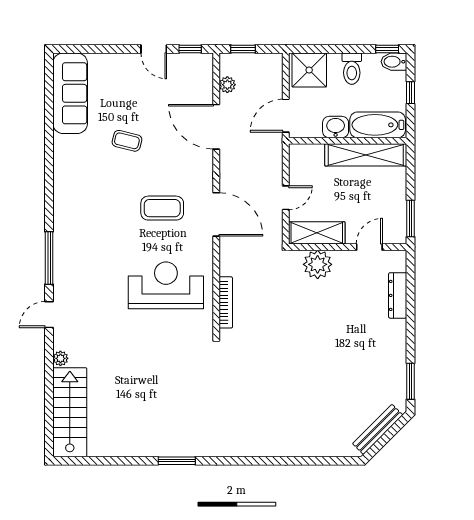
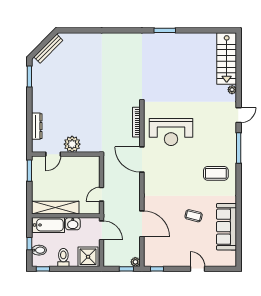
door: (154, 49) -> (197, 269), moved
bidet: (394, 62) -> (39, 250), moved
plant: (227, 85) -> (135, 262), moved
sofa: (70, 93) -> (226, 227), moved
door: (286, 116) -> (102, 230), hinge flipped
door: (286, 198) -> (102, 194), moved
coffee table: (162, 208) -> (216, 173), moved
door: (216, 214) -> (142, 160), moved
shelving: (317, 233) -> (84, 162), removed
plant: (318, 264) -> (72, 144), moved

